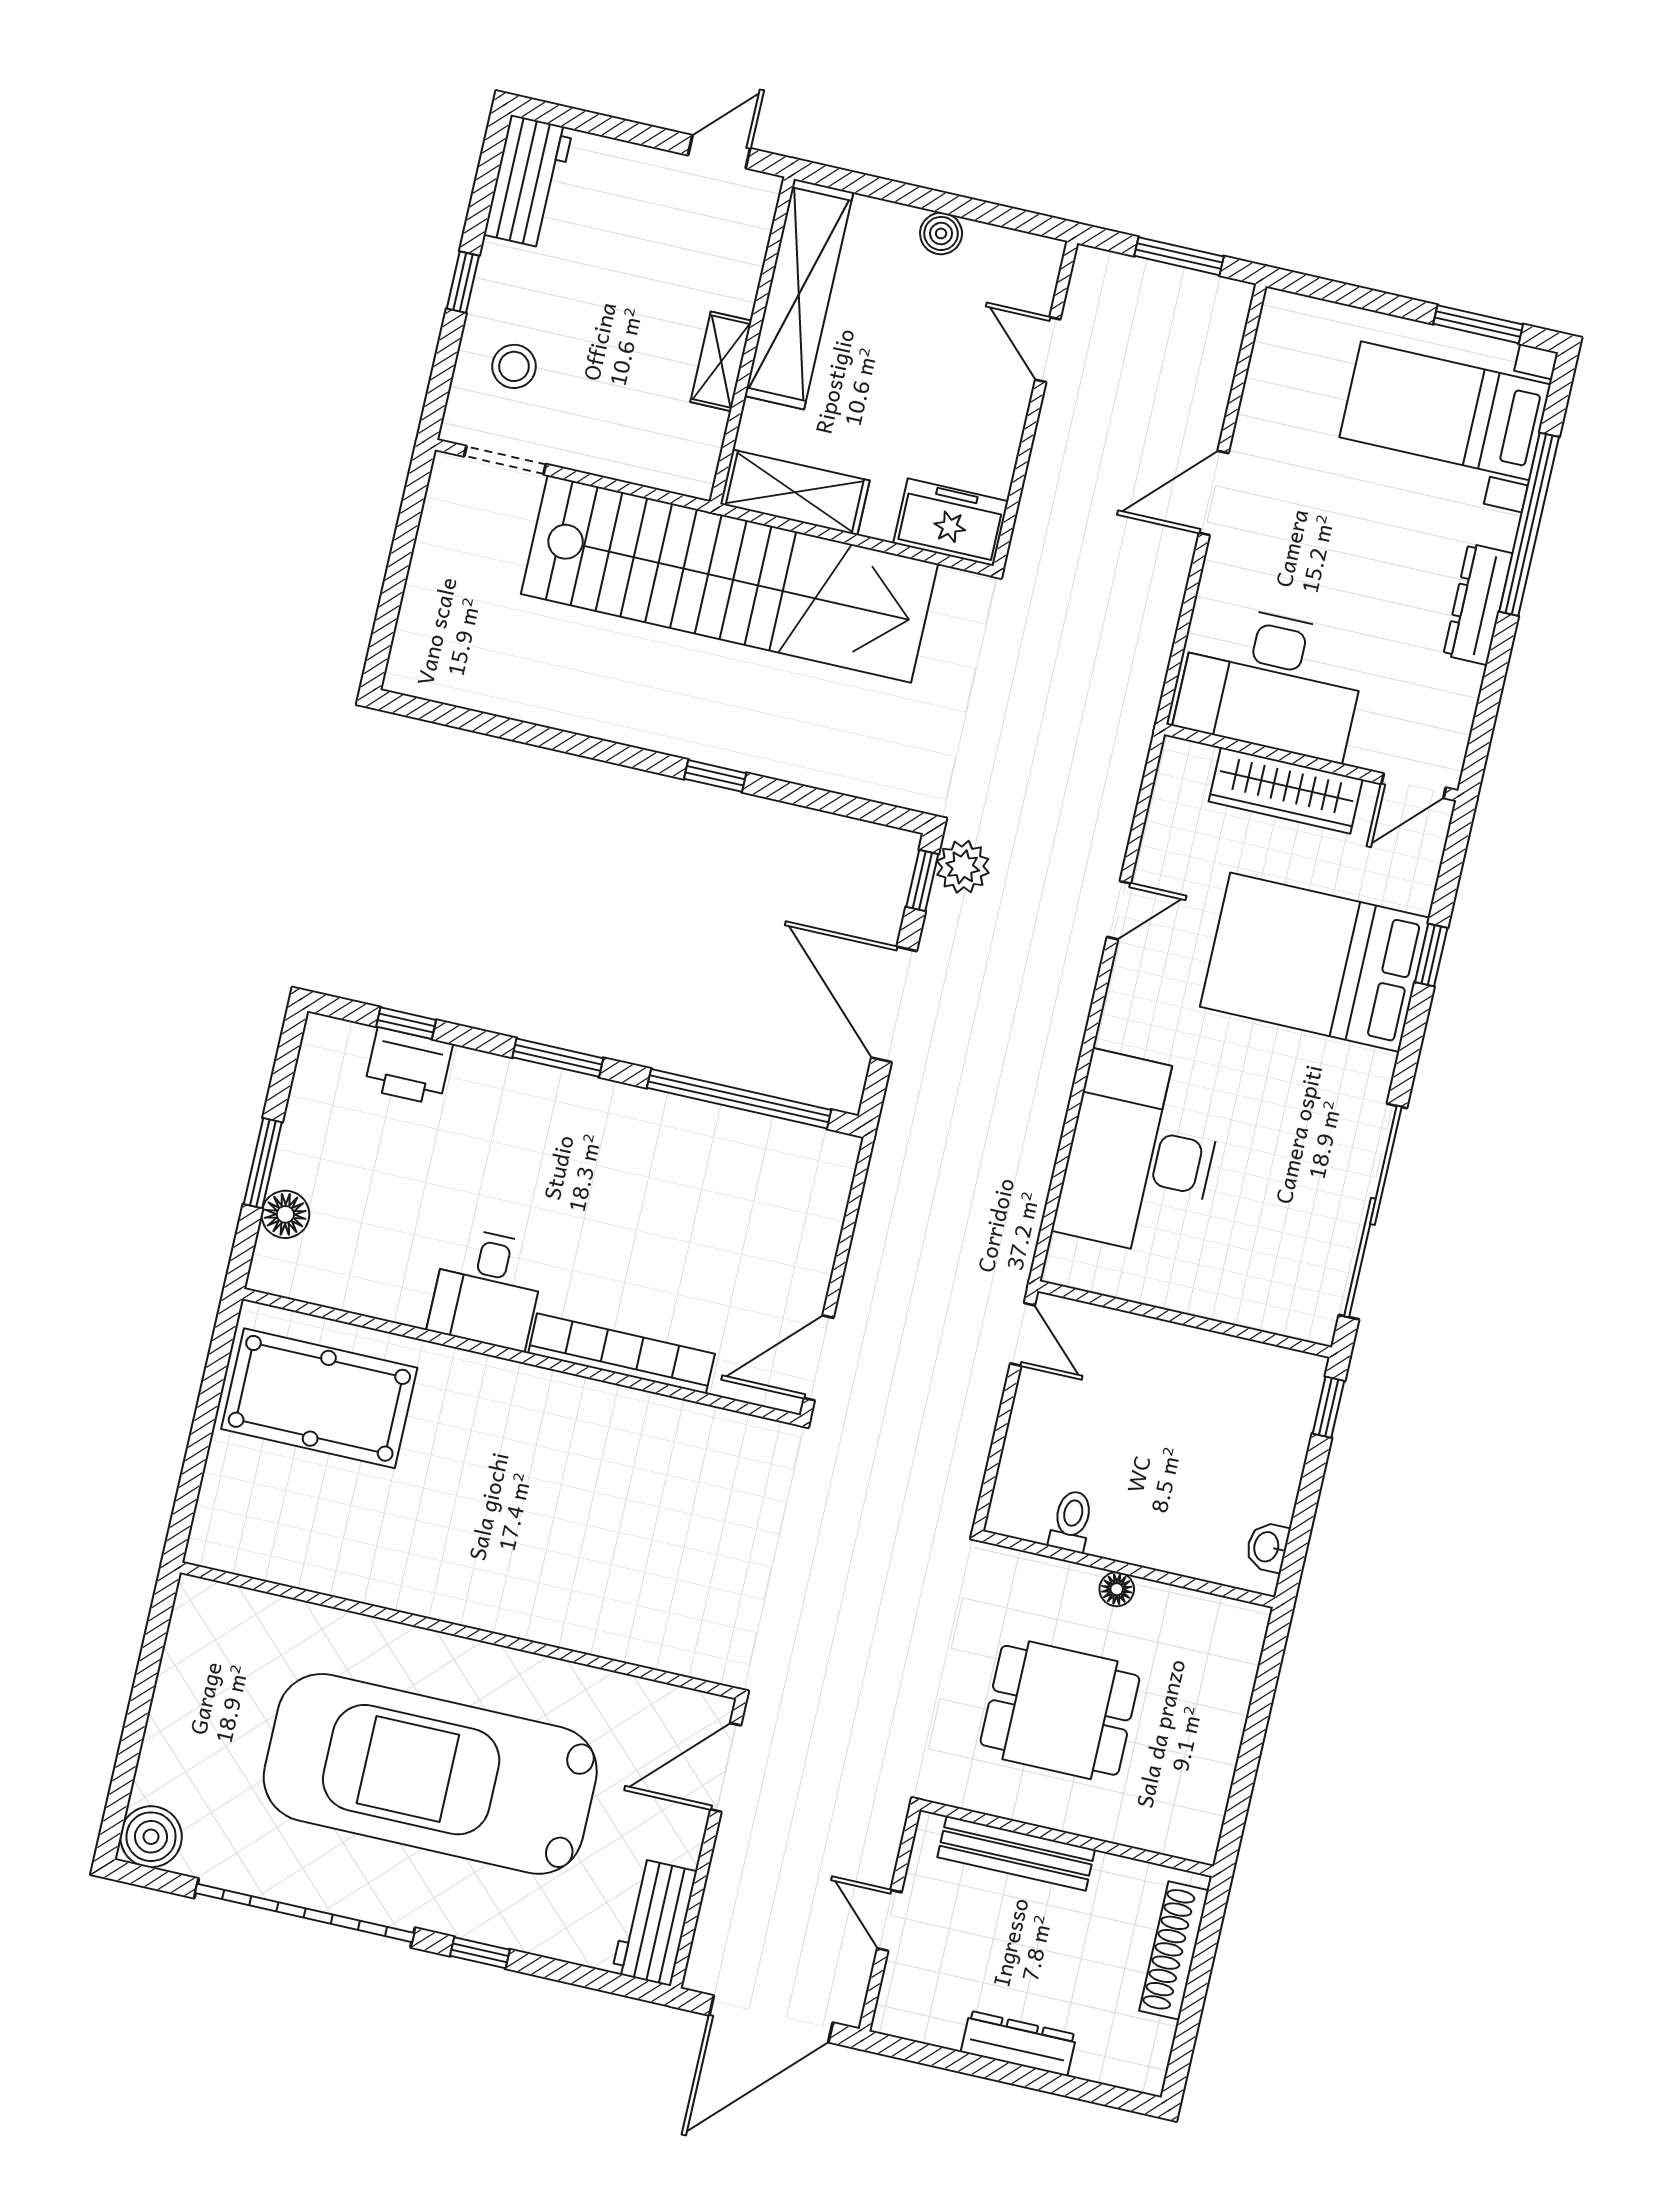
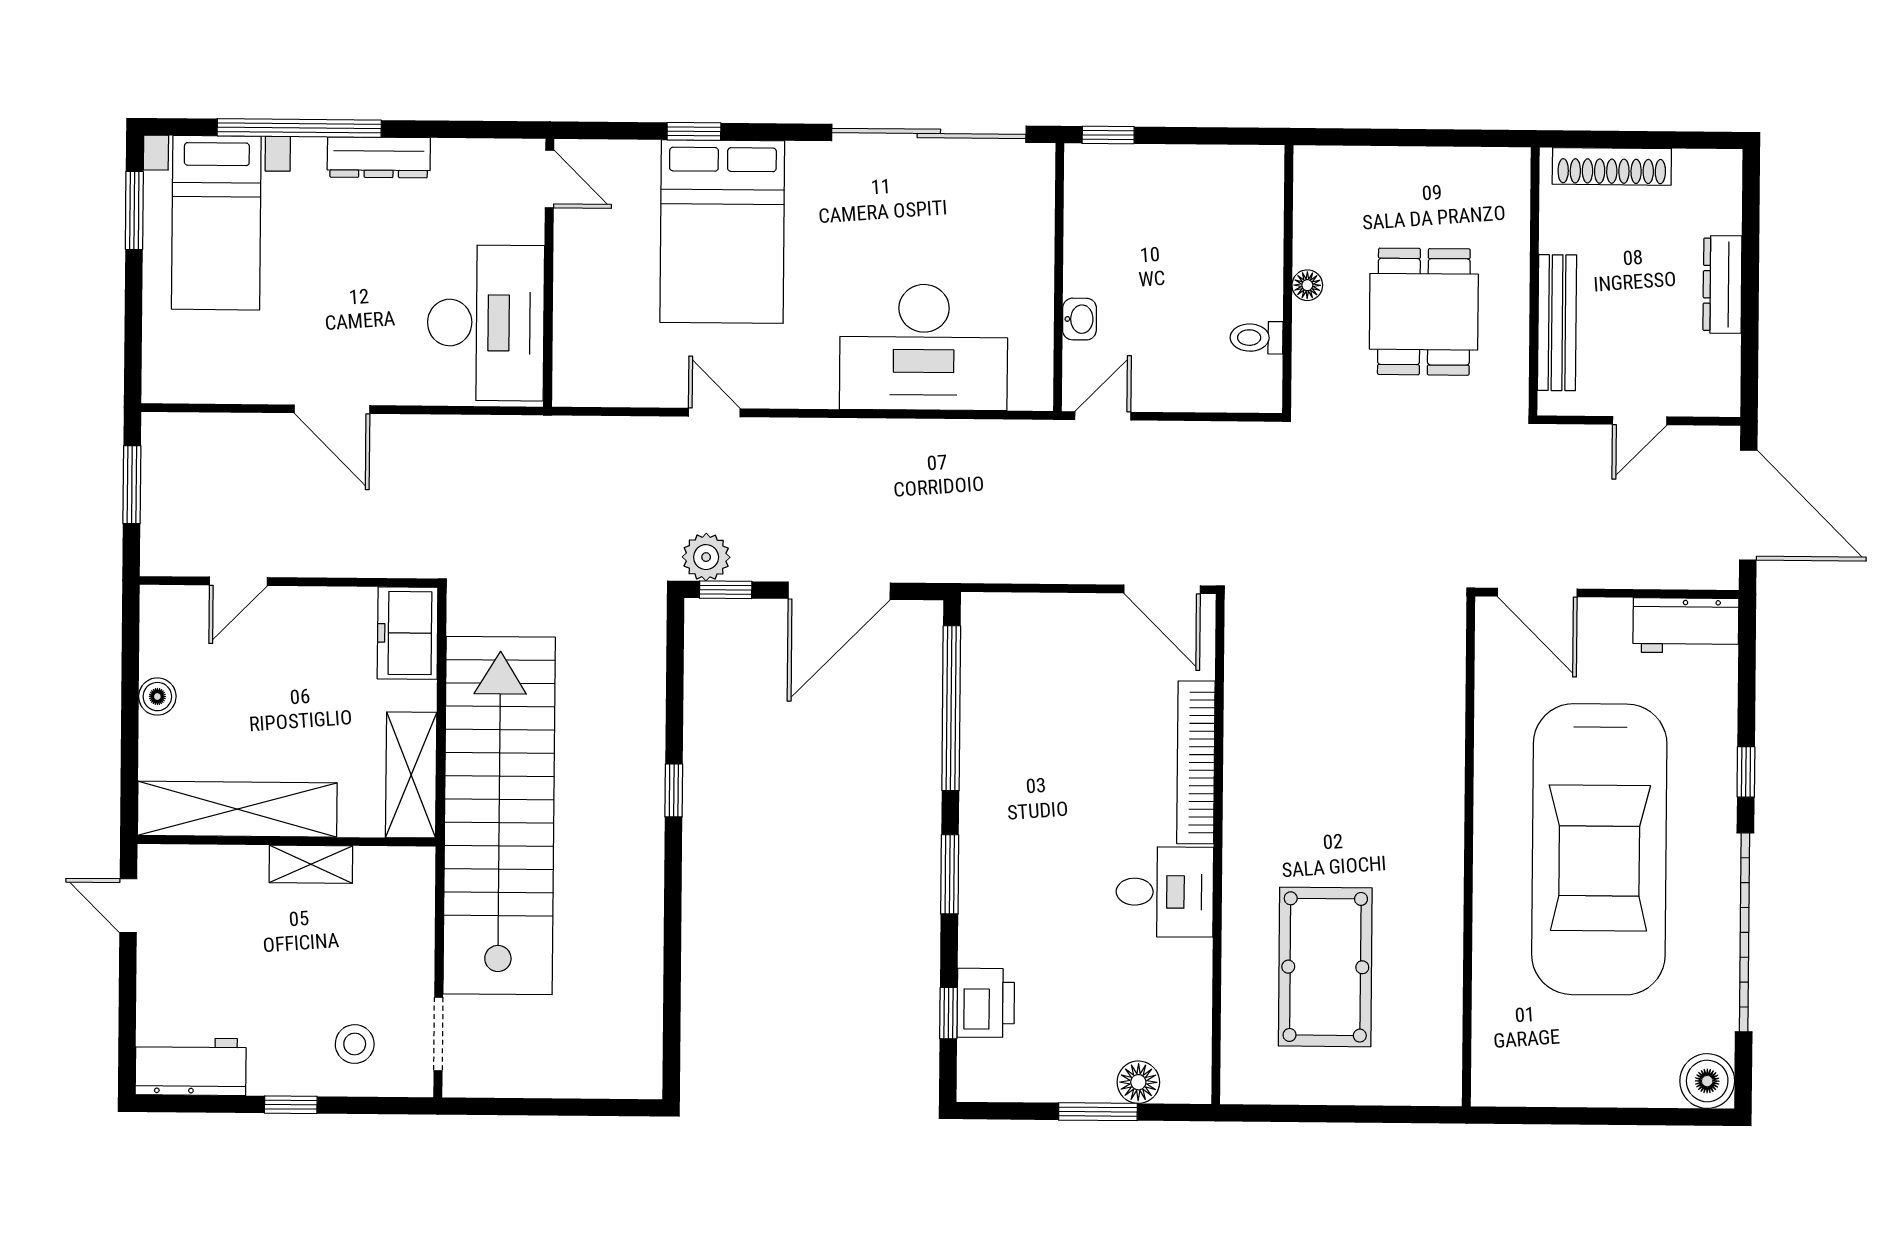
wardrobe: (1286, 790) -> (578, 290), removed
pool table: (319, 1398) -> (1325, 967), moved
washbasin: (1267, 1547) -> (1079, 319), moved, turned -90

